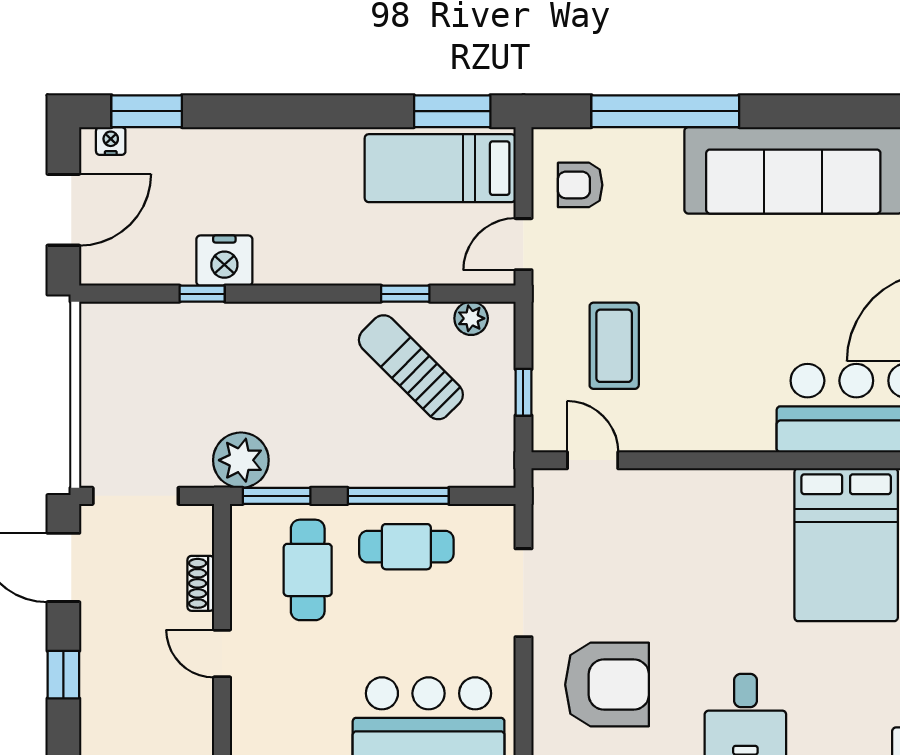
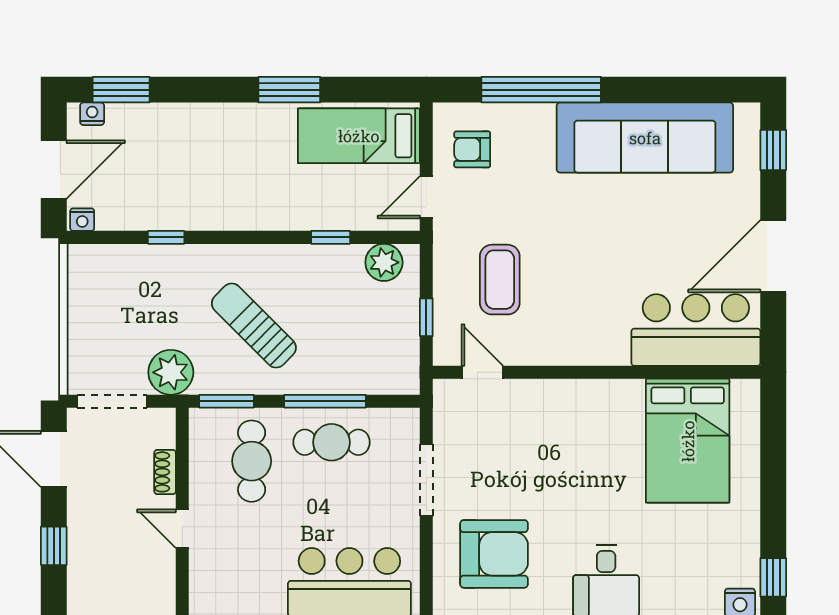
window: (452, 111) -> (289, 90), moved
nightstand: (224, 261) -> (82, 220), moved, width x0.53, depth x0.56
plant: (471, 318) -> (384, 262), width x1.38, depth x1.38
sun lounger: (411, 367) -> (254, 326), moved
plant: (241, 460) -> (171, 372), moved

